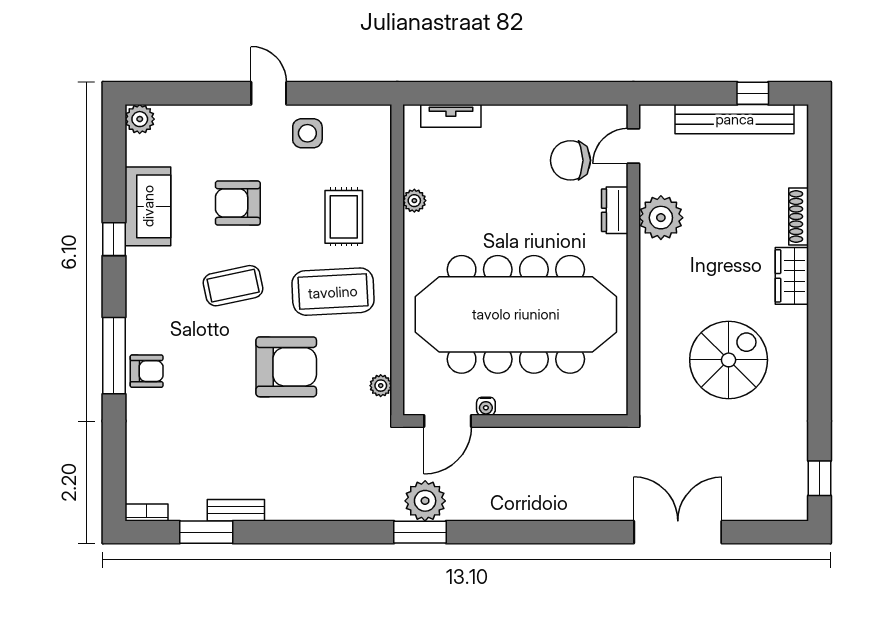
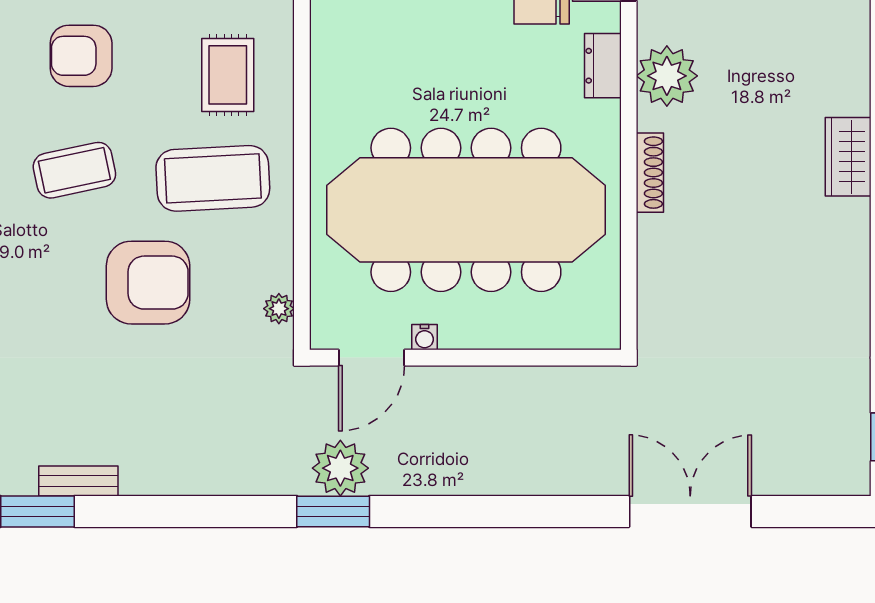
plant: (414, 201) -> (325, 52), removed
shoe rack: (799, 216) -> (650, 173), moved, turned 180
spiral stairs: (729, 360) -> (761, 273), removed

